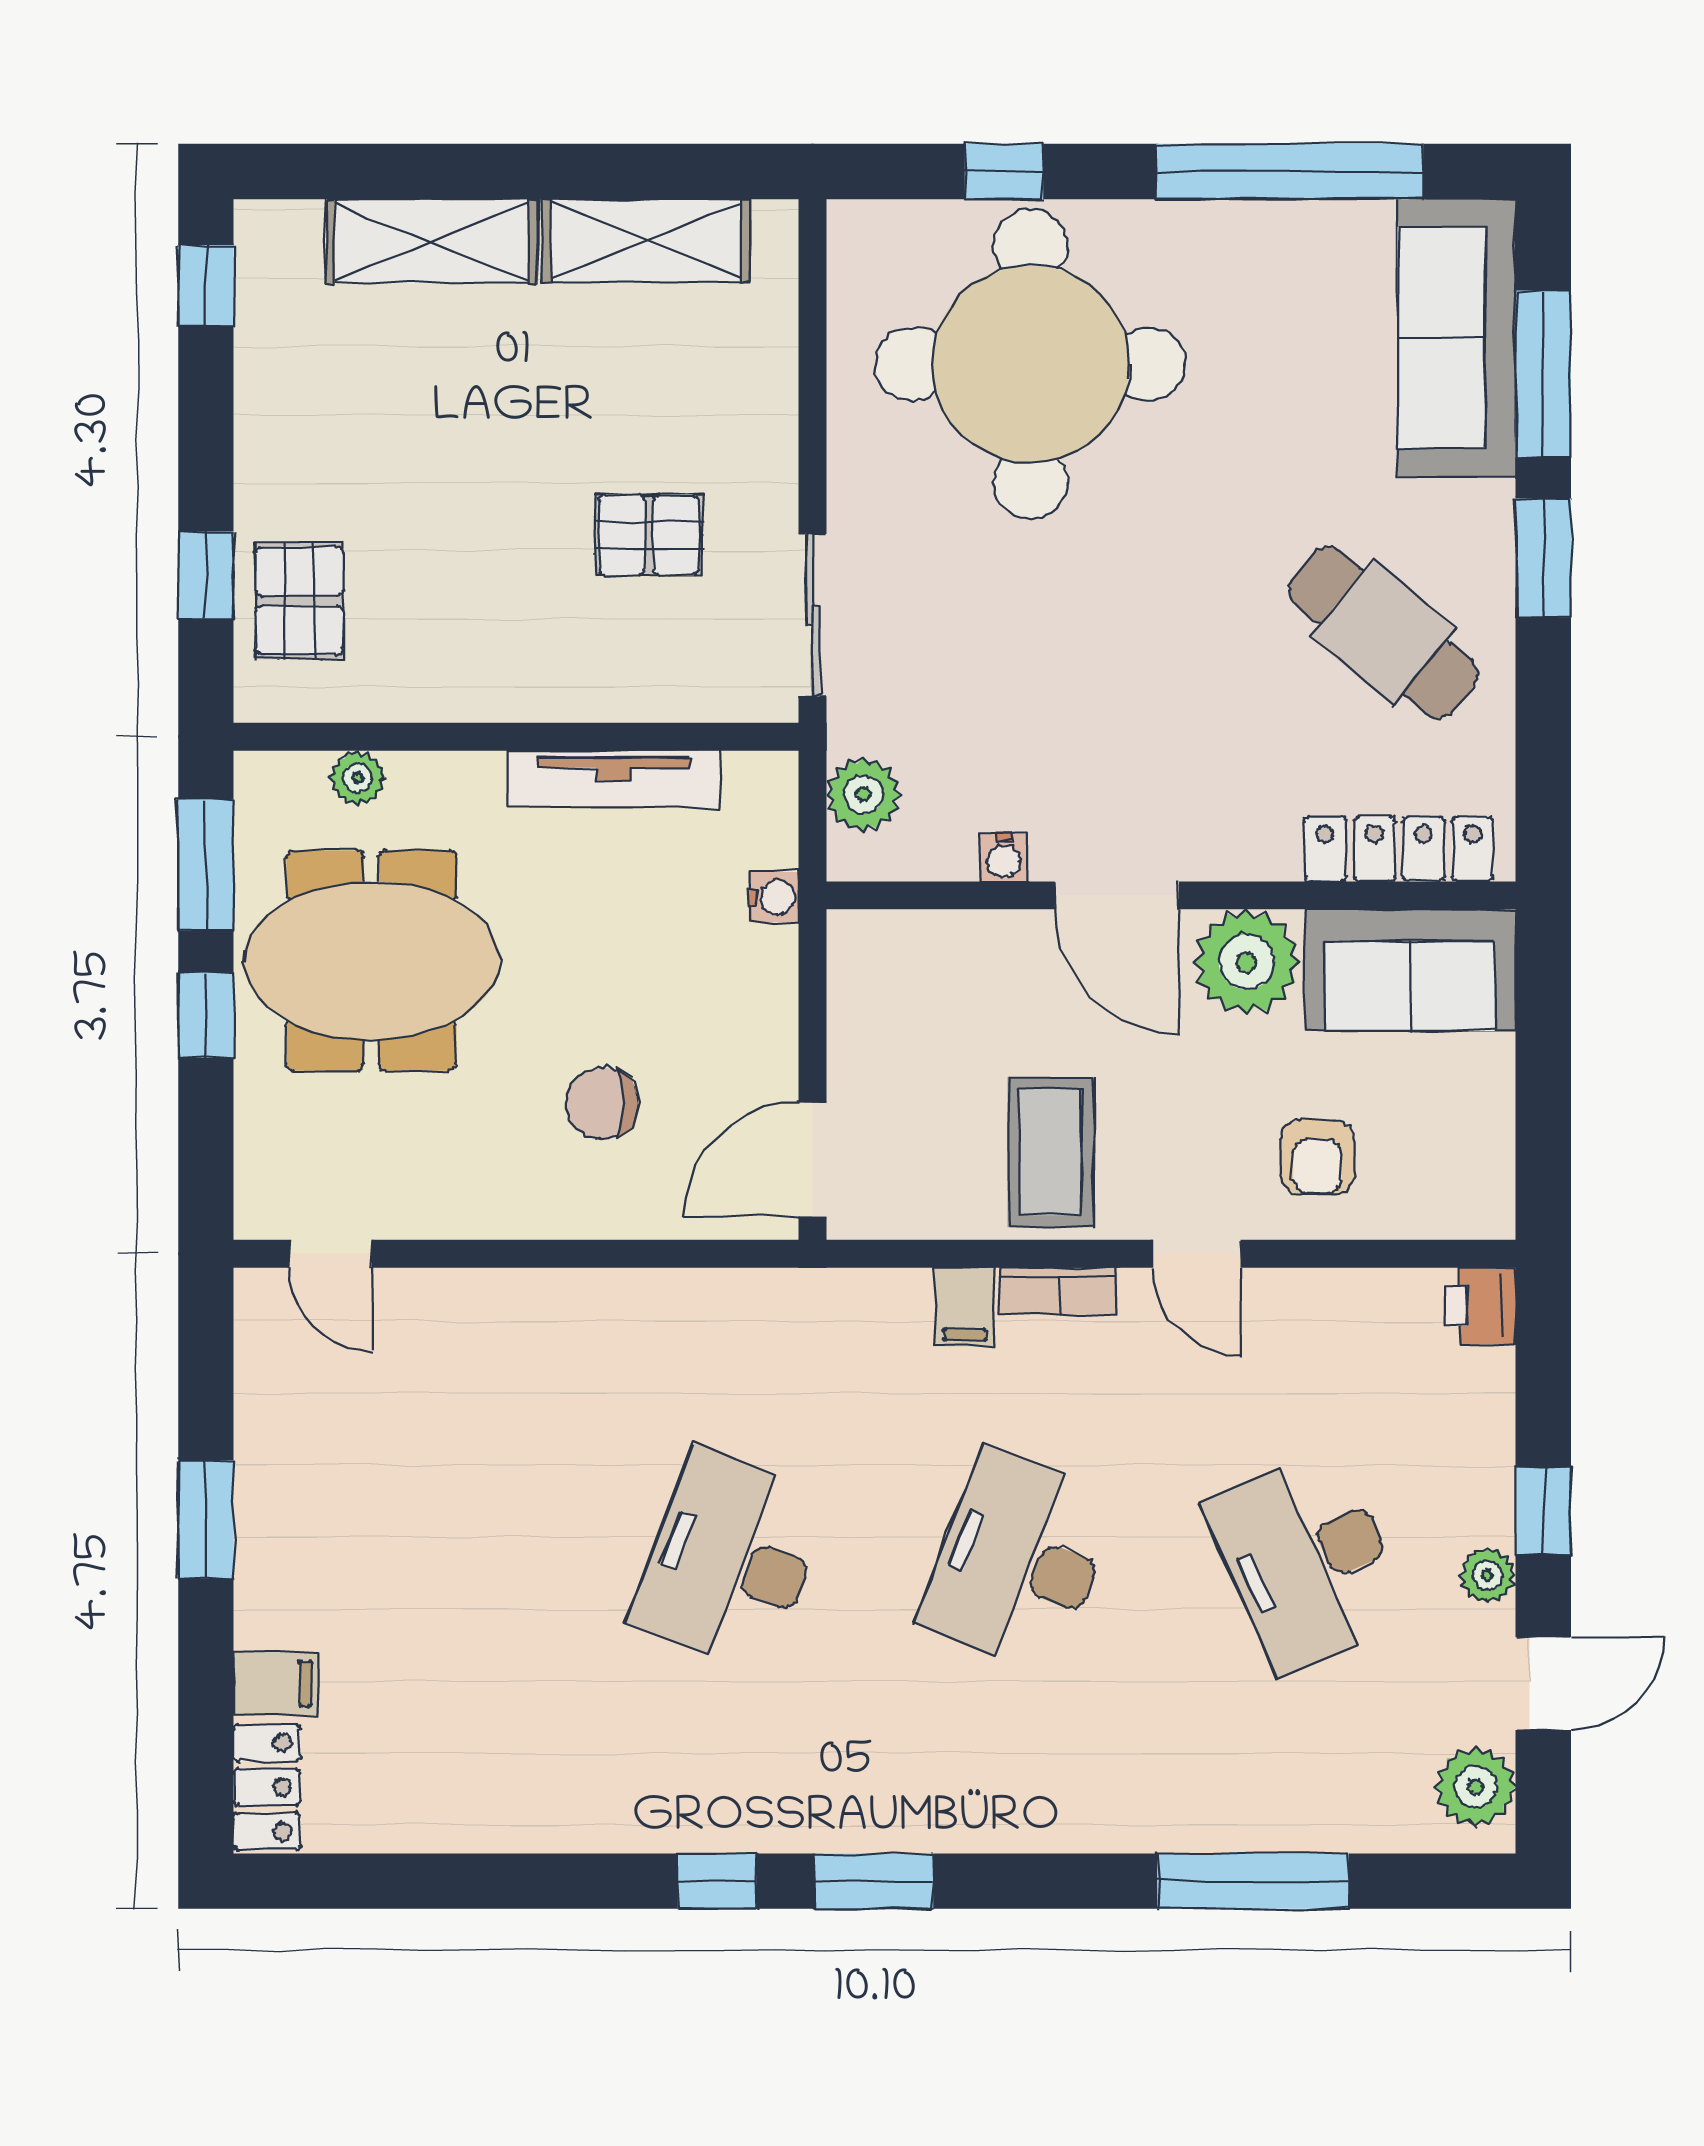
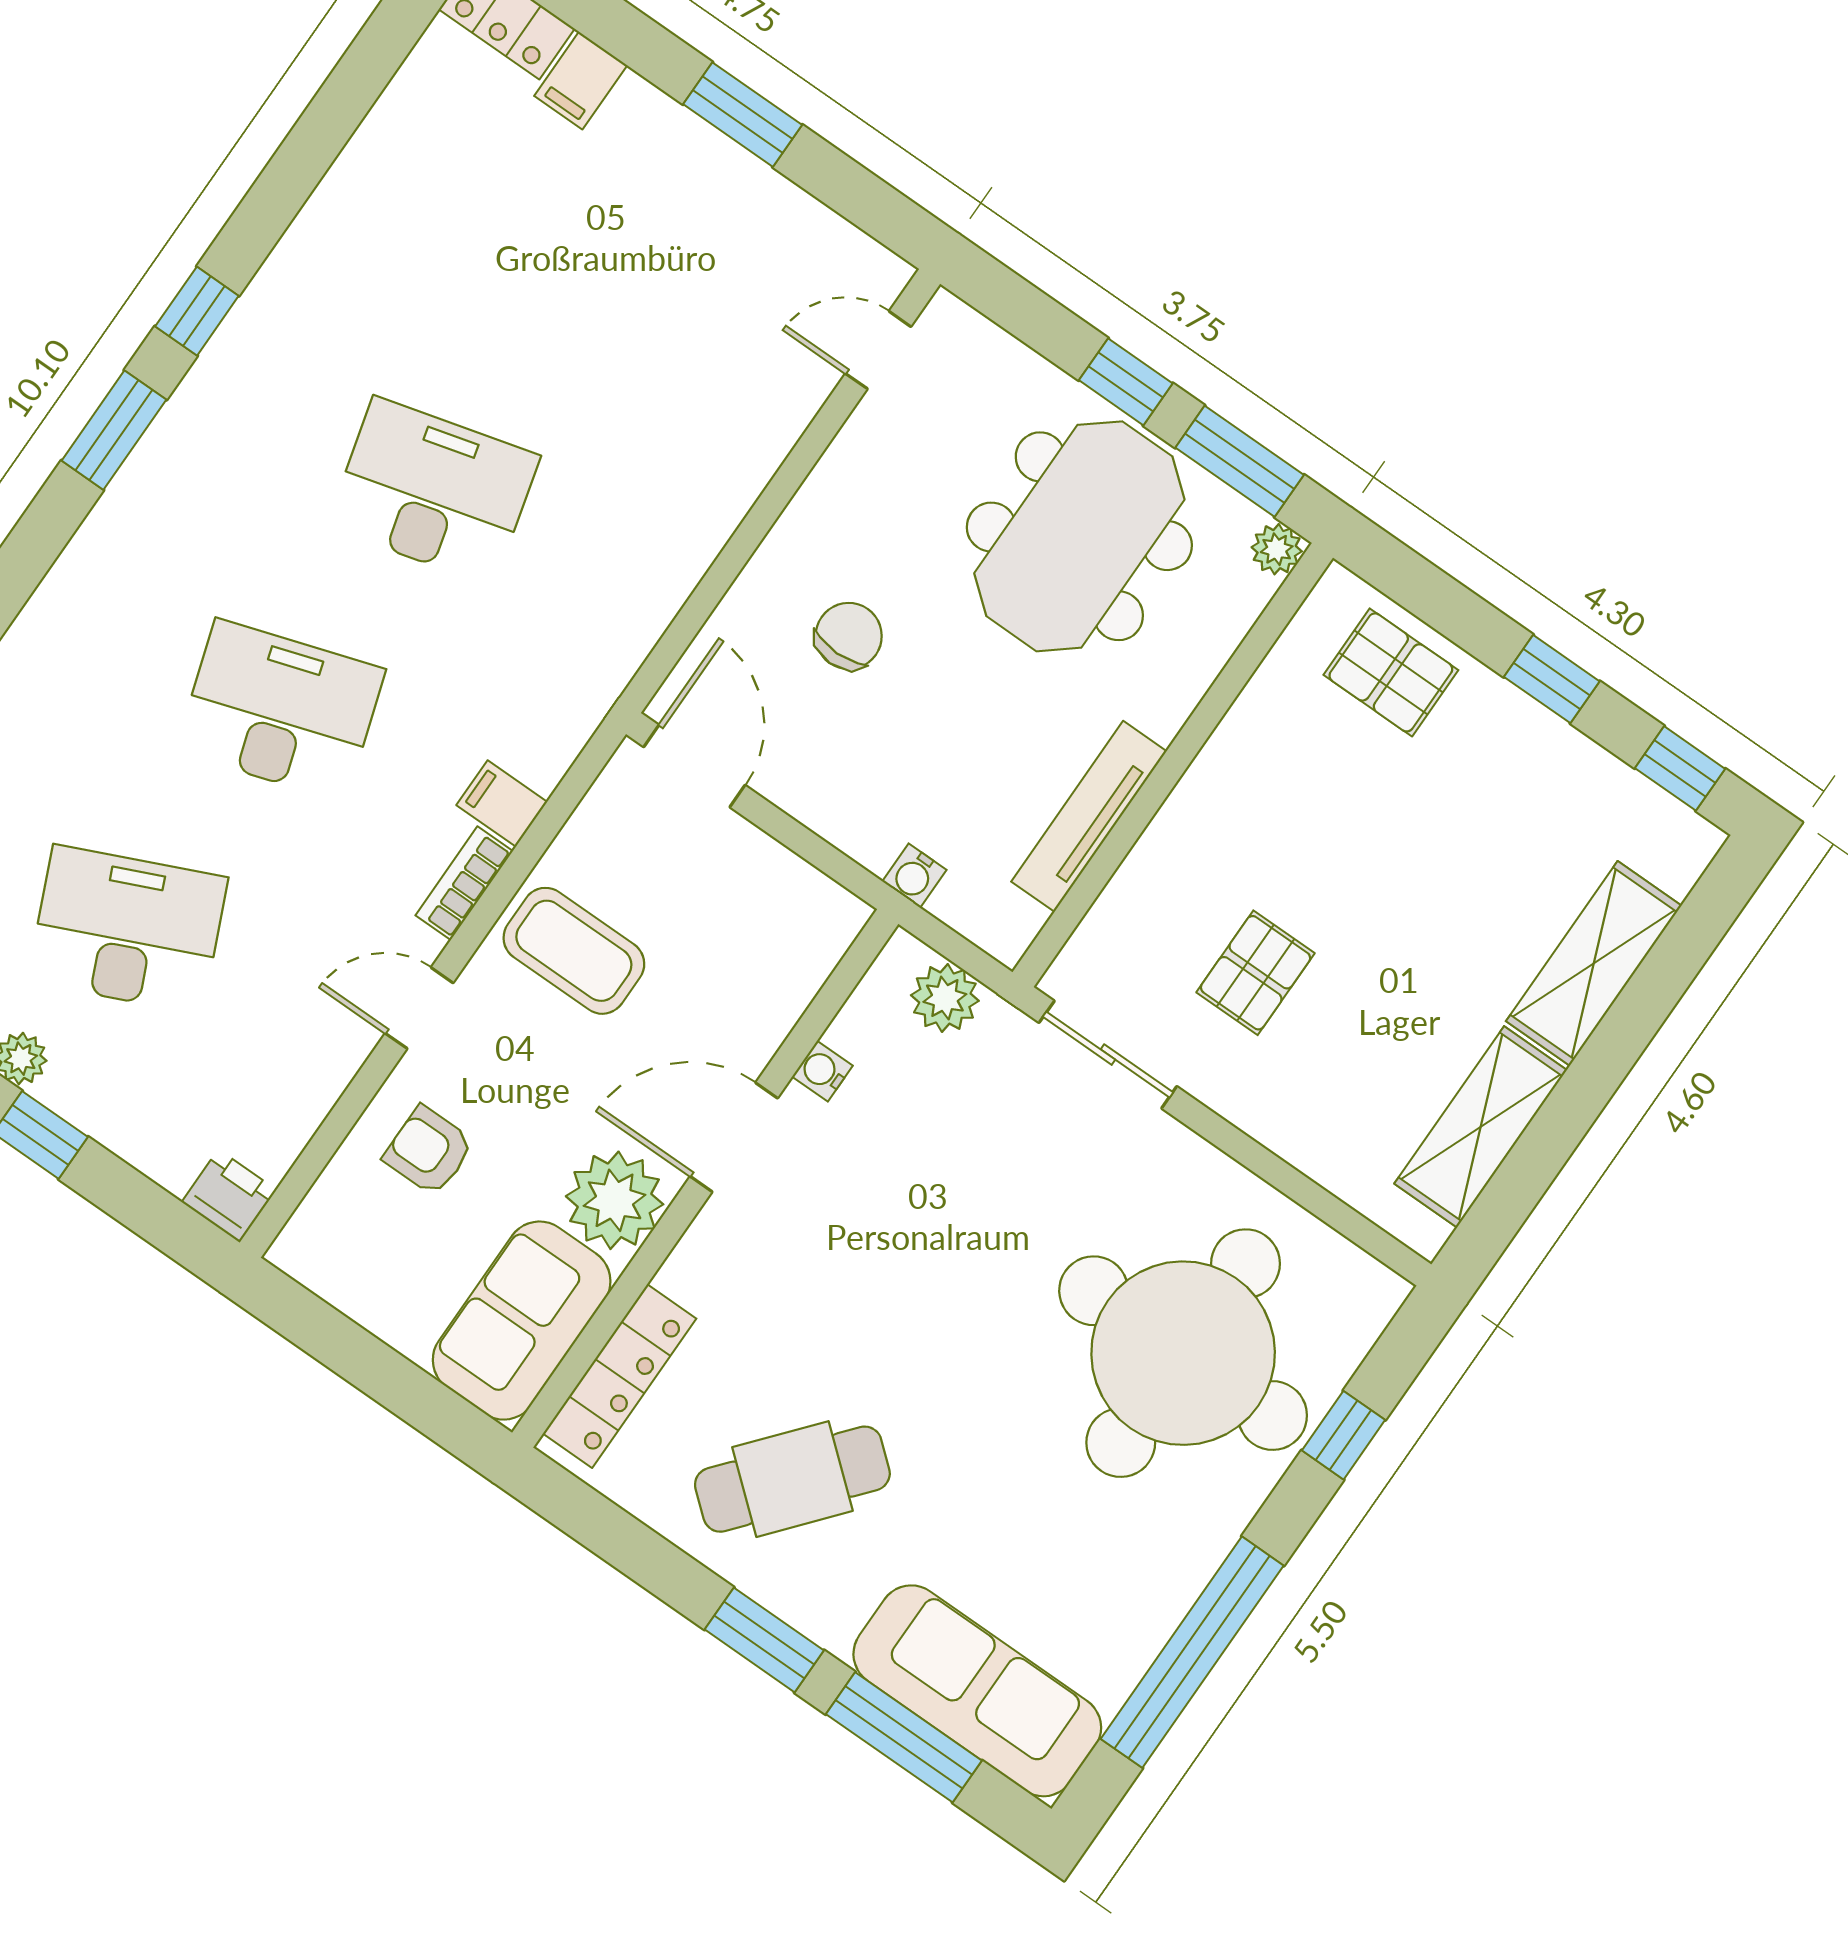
window: (206, 575) -> (1552, 679), moved
plant: (358, 778) -> (1277, 549), moved
desk: (730, 1561) -> (433, 491), turned -36
desk: (1019, 1561) -> (281, 710), turned -39

